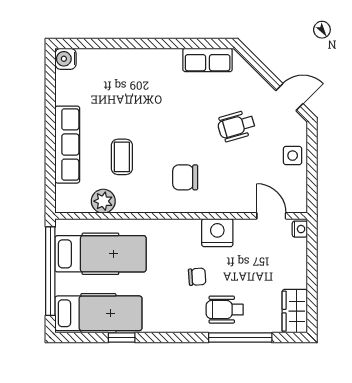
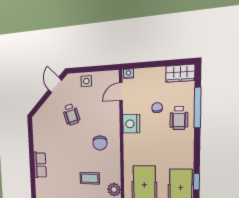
row of seats: (208, 60) -> (40, 165), moved
chair: (197, 277) -> (157, 108), moved

